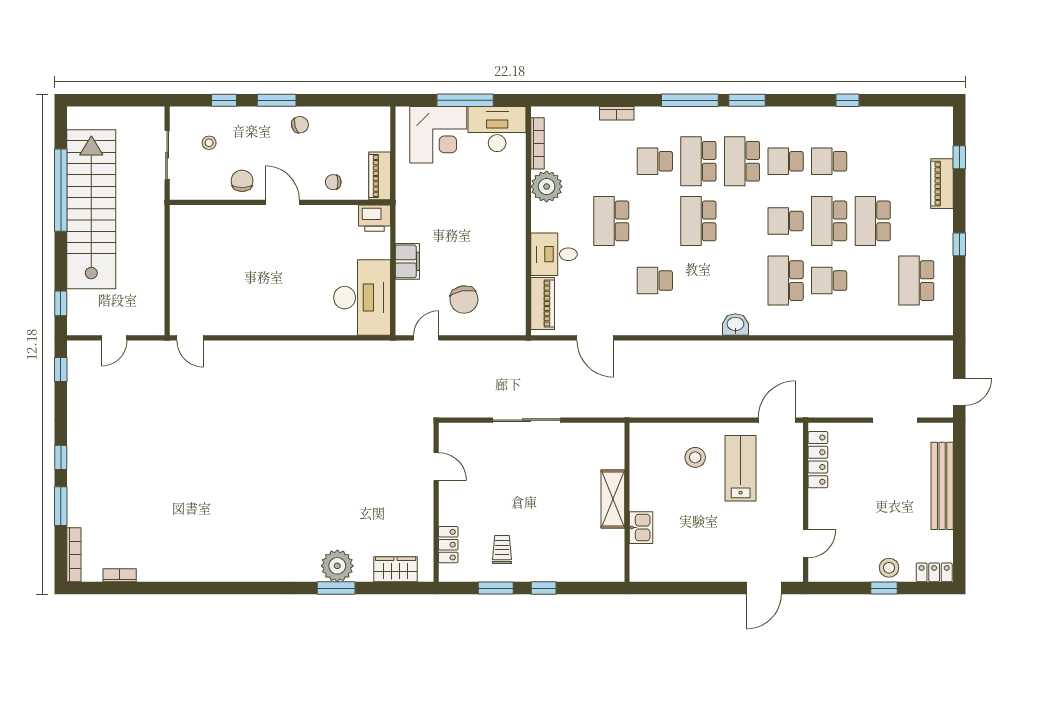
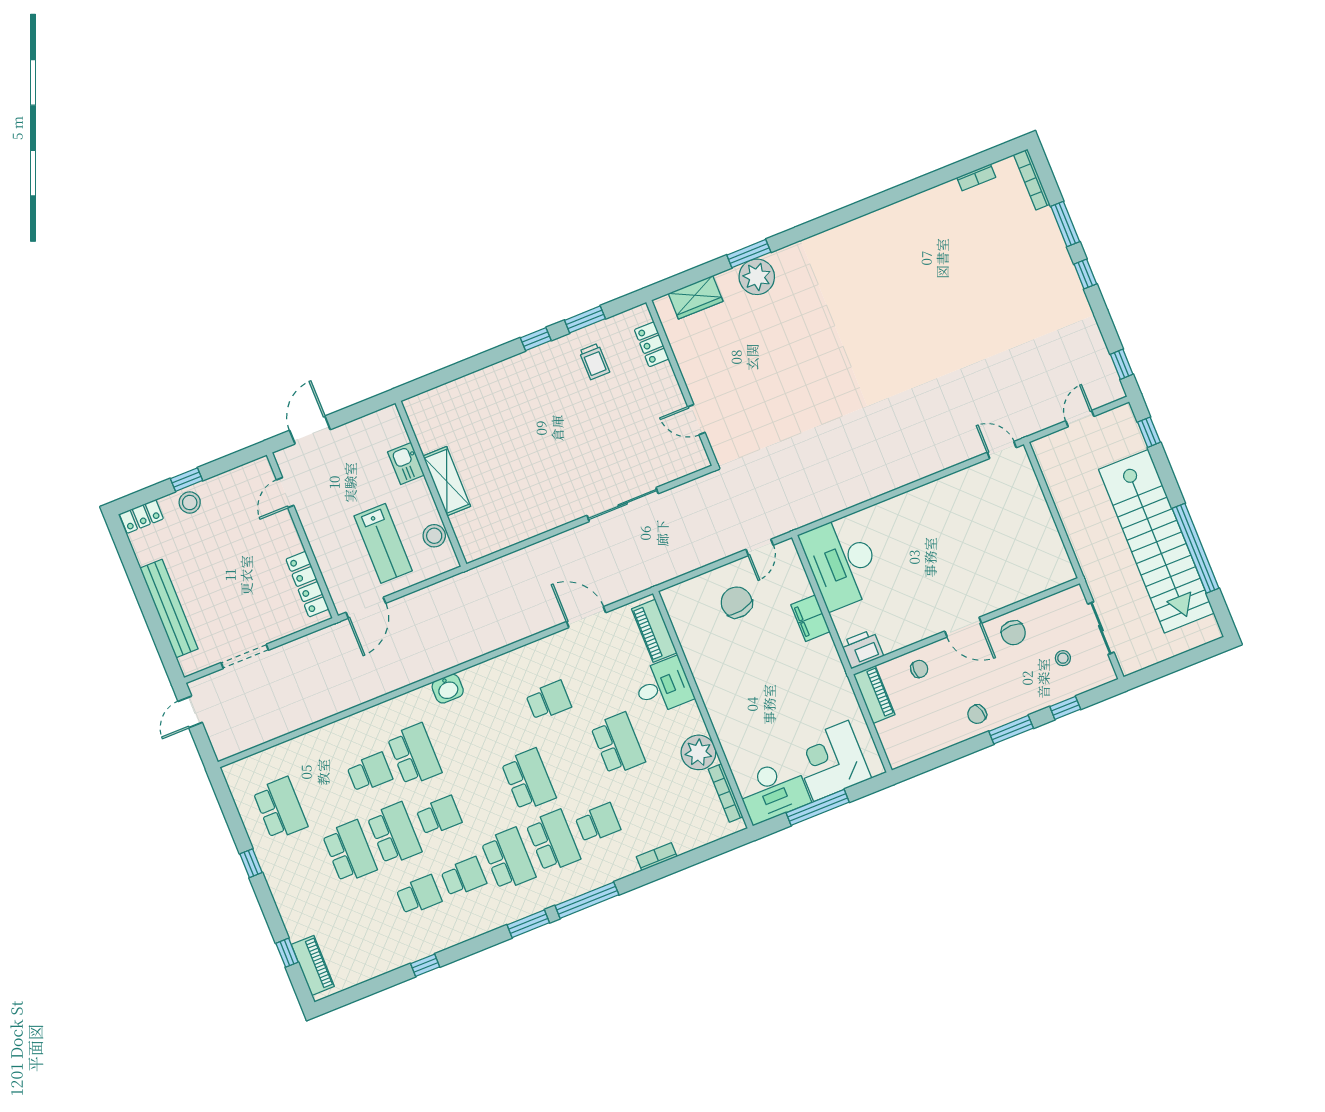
piano: (942, 184) -> (313, 965), moved
shelving: (613, 499) -> (447, 481), moved
wall: (627, 502) -> (431, 484), moved
kitchen sink: (641, 528) -> (406, 463), moved

